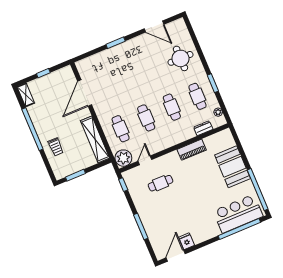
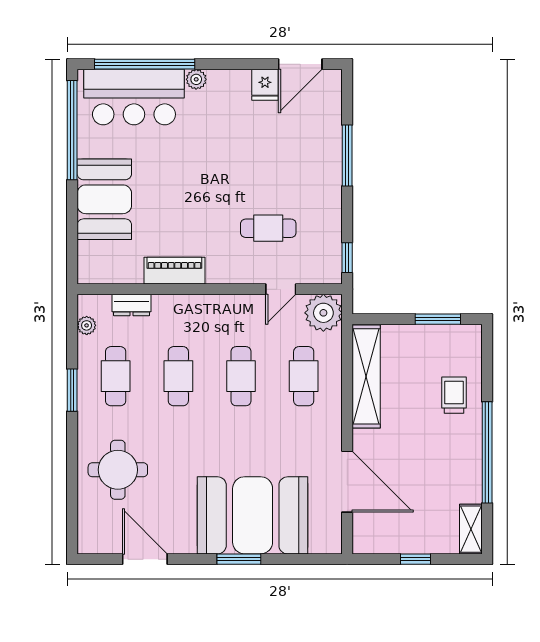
booth: (118, 63) -> (253, 515), added
door: (85, 93) -> (347, 482), hinge flipped
plant: (216, 232) -> (196, 79), added

